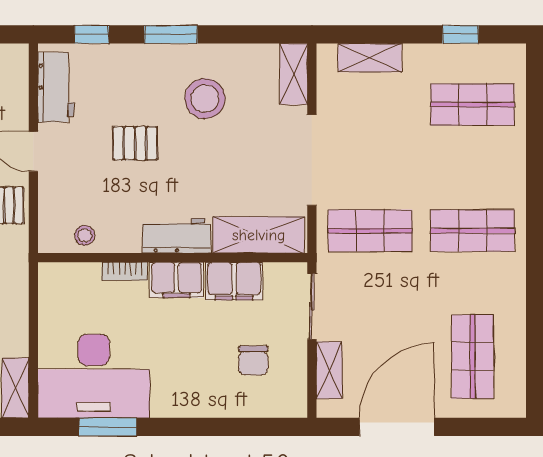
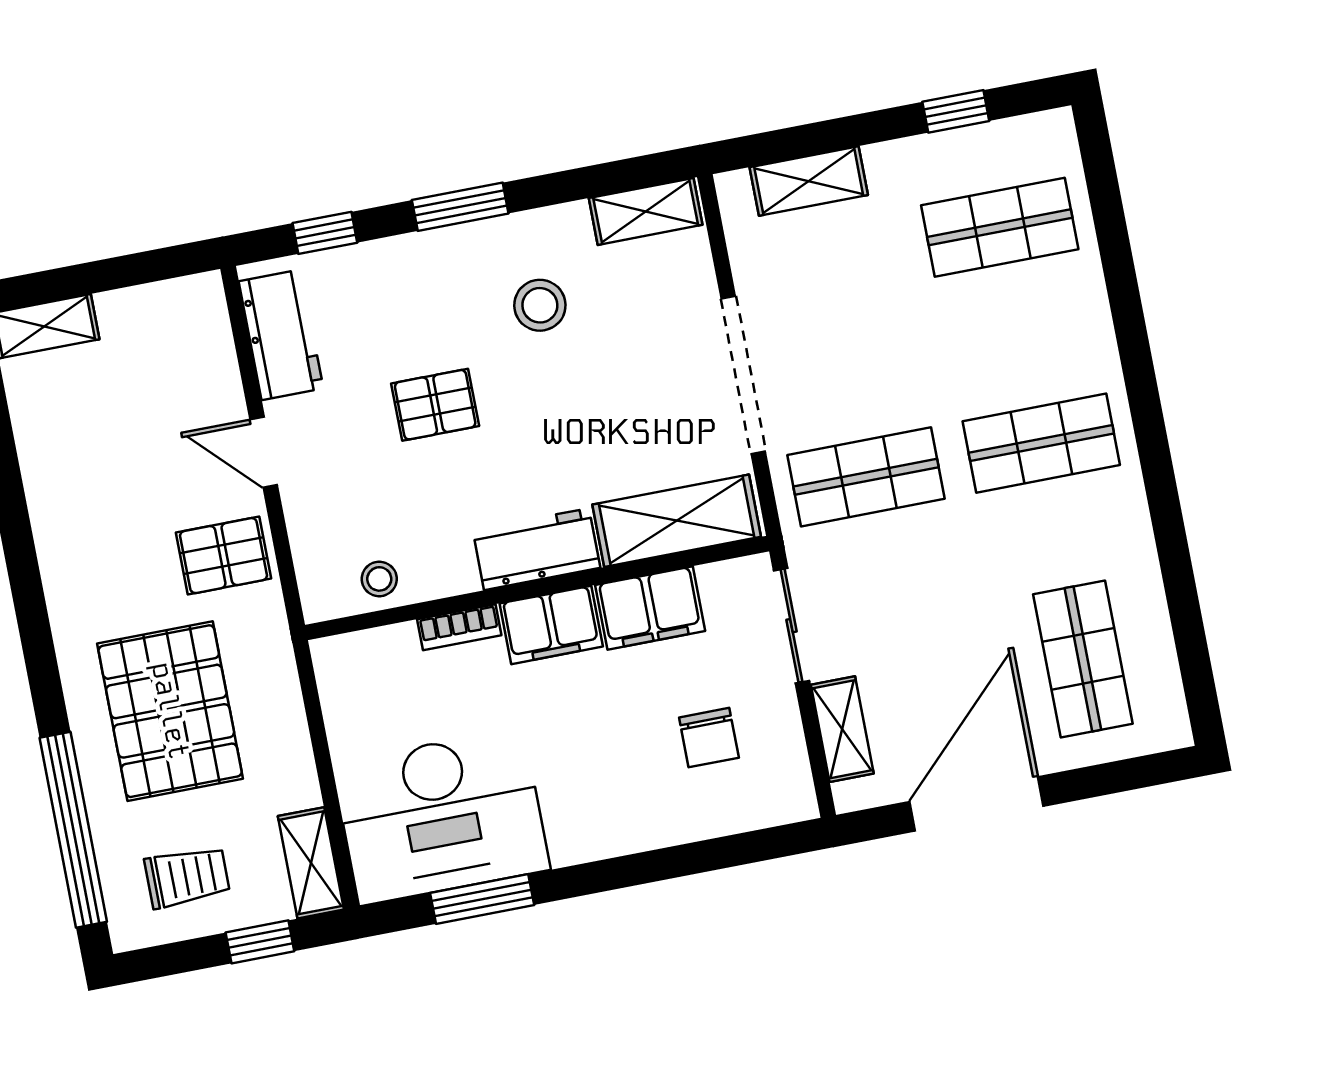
shelving: (294, 74) -> (646, 211), moved, turned 90
stool: (205, 99) -> (540, 305), width x0.73, depth x0.73

